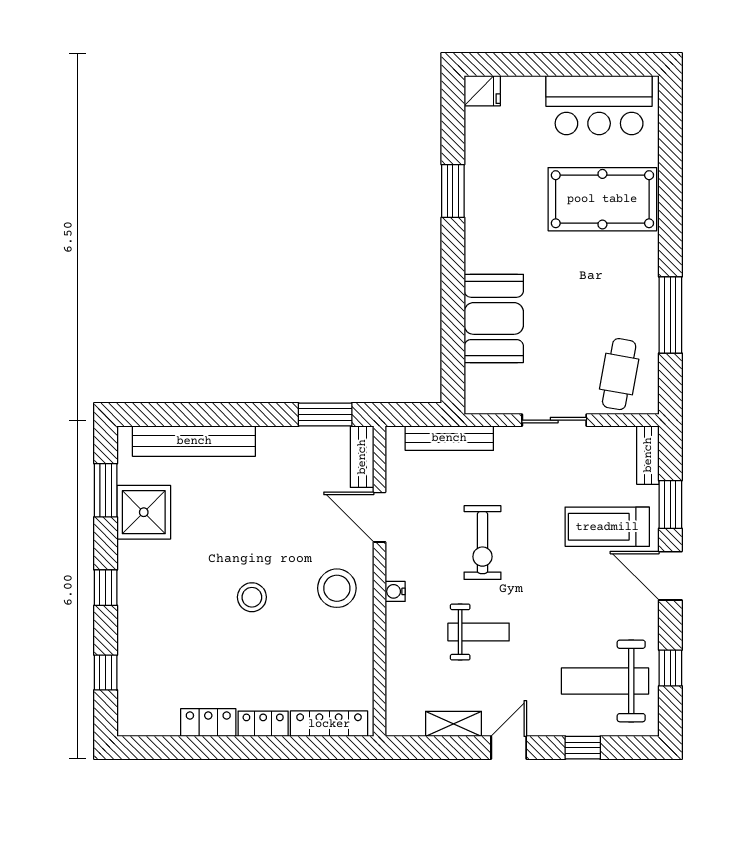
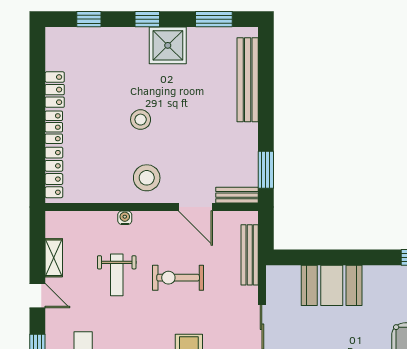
shower: (144, 512) -> (168, 45), moved
door: (379, 517) -> (195, 207), swing flipped
water cooler: (395, 591) -> (125, 218), moved

